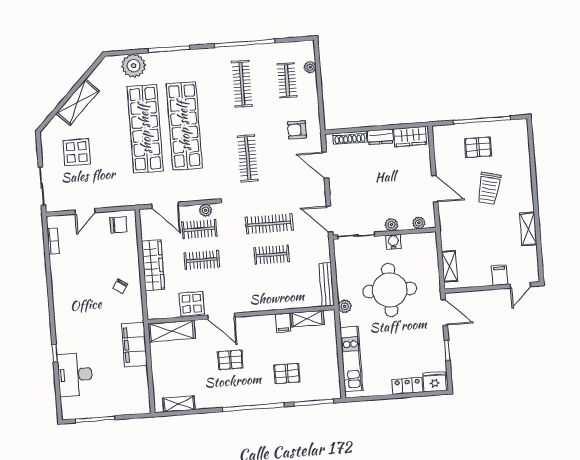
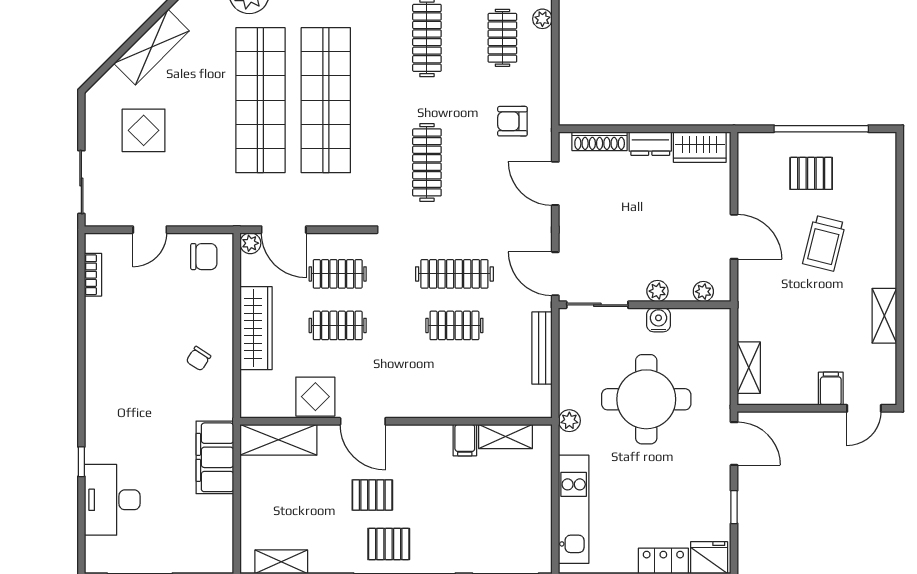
plant: (206, 210) -> (250, 243), moved
bench: (327, 284) -> (542, 348), moved
pallet: (287, 373) -> (389, 544), moved

